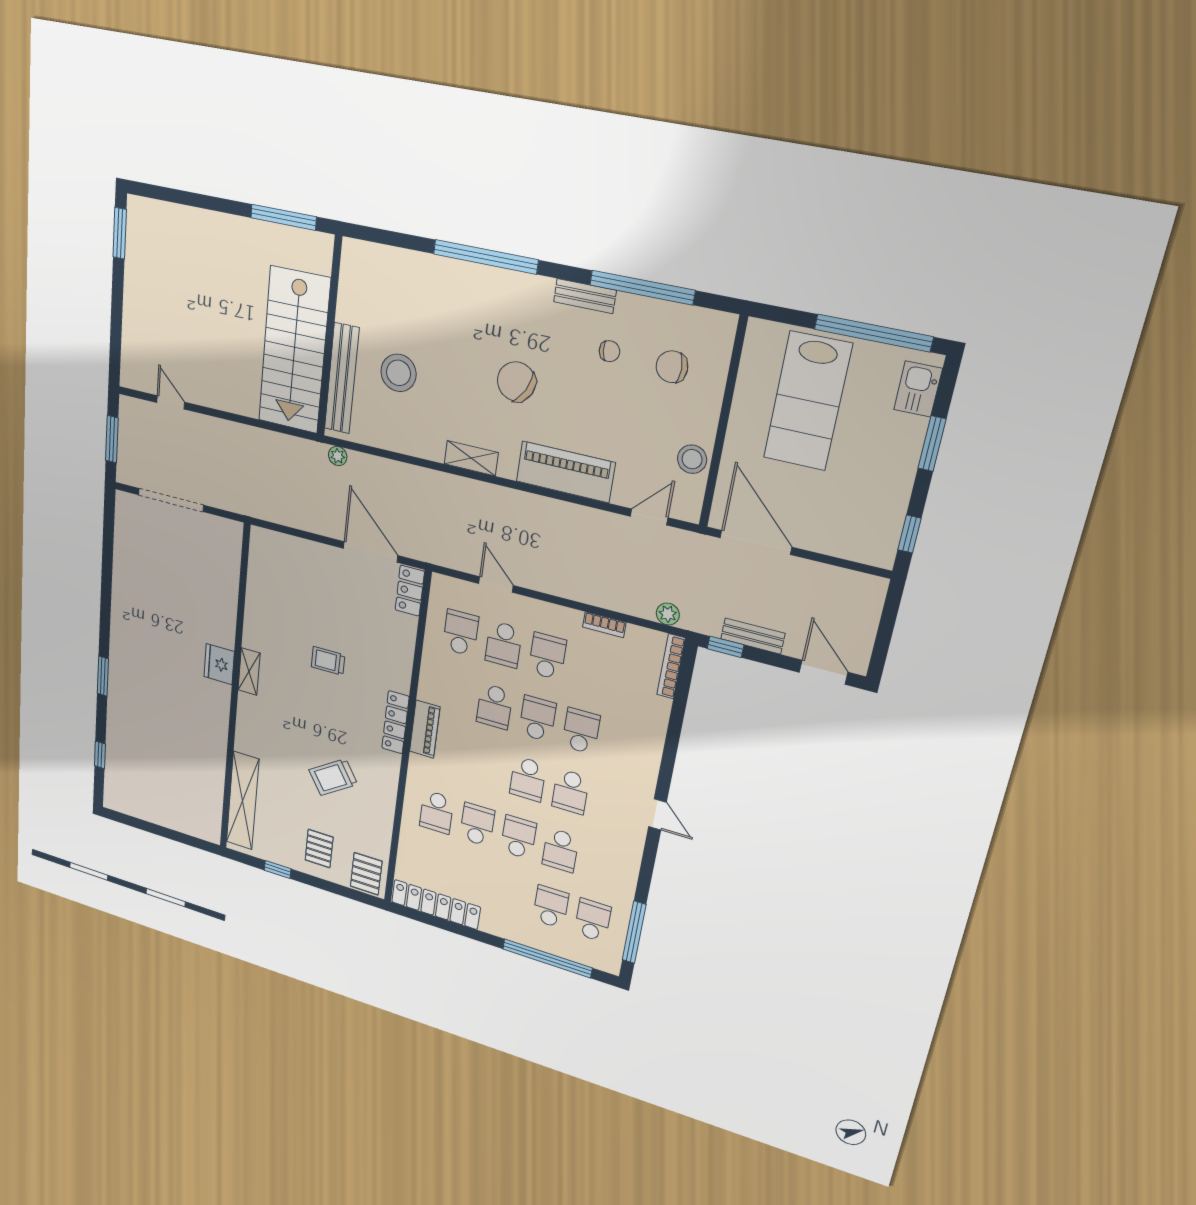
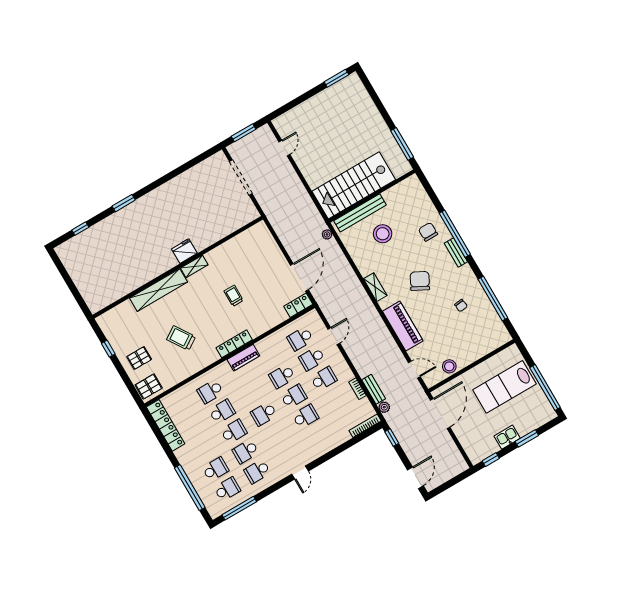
bench: (585, 296) -> (456, 252), moved
chair: (672, 367) -> (428, 232), moved
kitchen sink: (918, 389) -> (507, 437), moved
school desk: (461, 633) -> (300, 339), turned 180
bench: (753, 636) -> (374, 389), moved
school desk: (571, 792) -> (257, 472), moved
shelving: (243, 801) -> (158, 290), moved

